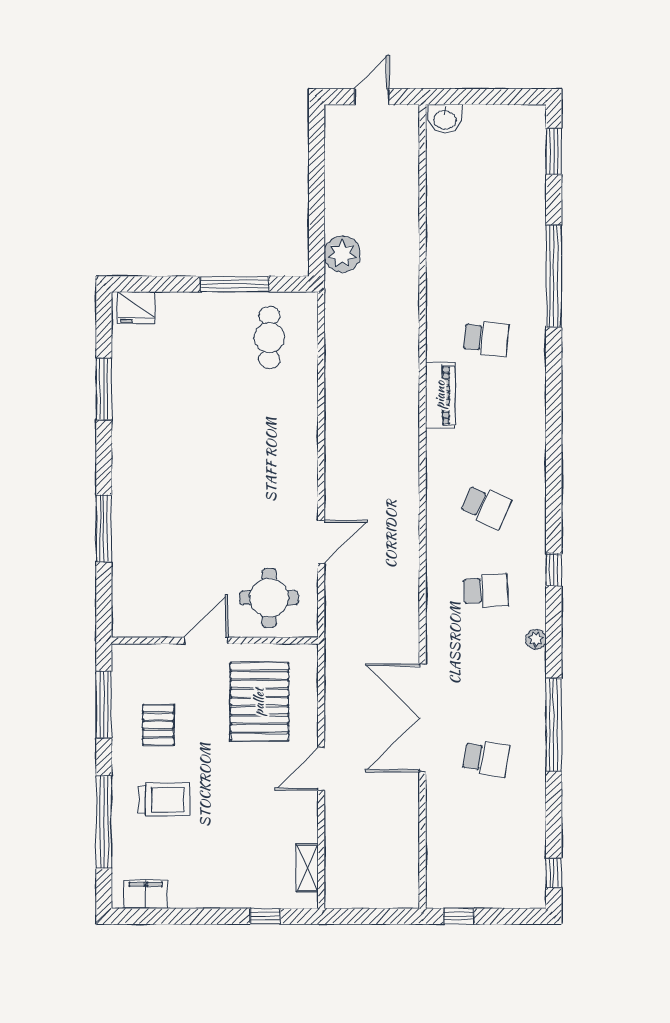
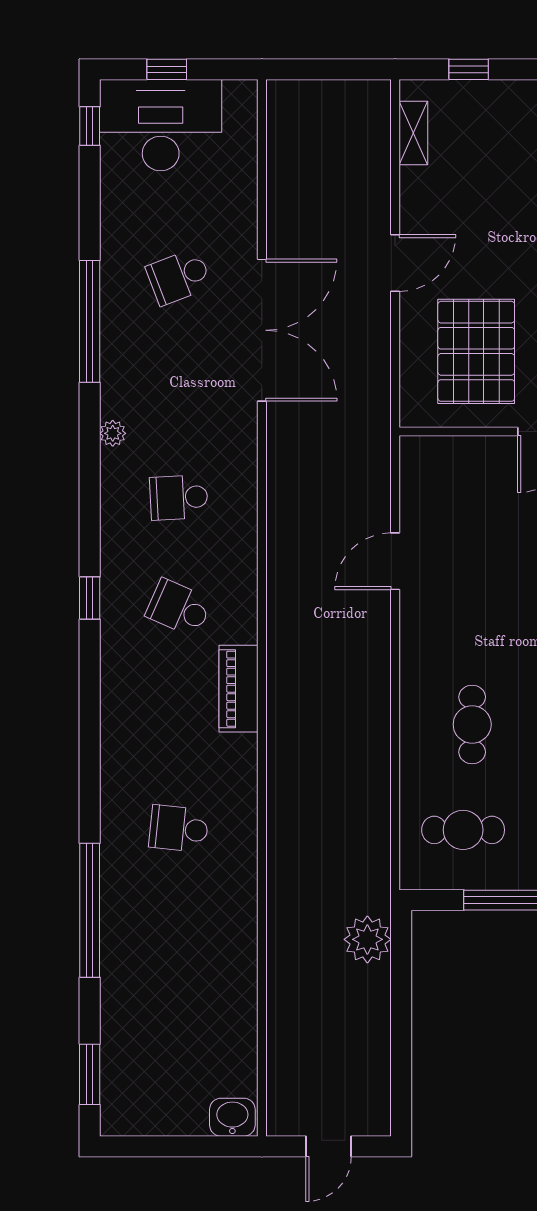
cafe table: (269, 337) -> (463, 830), turned 90
piano: (440, 395) -> (239, 689), moved
cafe table: (263, 418) -> (472, 724), added
window: (554, 570) -> (90, 598), moved
round table: (269, 598) -> (463, 488), removed
school desk: (486, 758) -> (179, 277), turned -30
desk: (500, 874) -> (161, 125), added
window: (459, 916) -> (167, 69), moved

